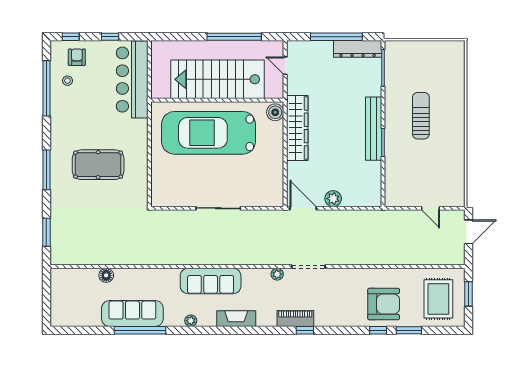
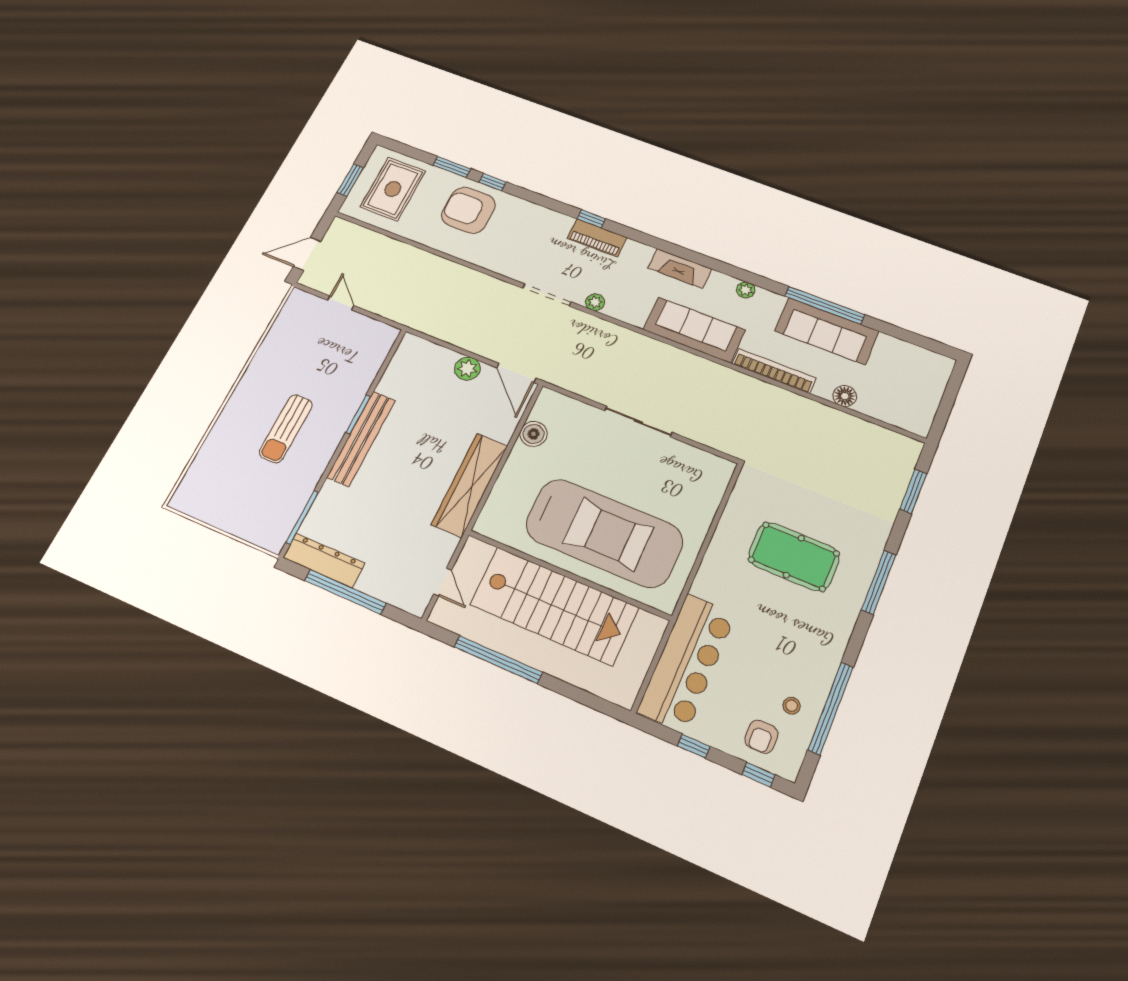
boiler: (275, 112) -> (534, 434), moved
bookcase: (153, 274) -> (774, 371), added

